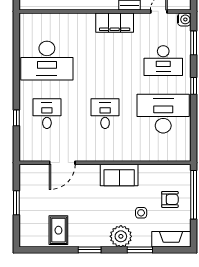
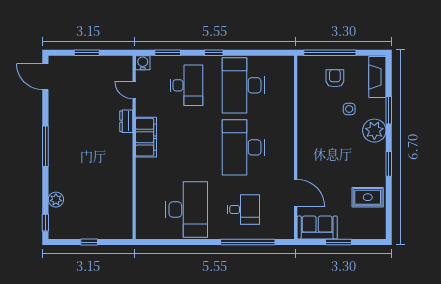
desk: (47, 114) -> (243, 210), turned 180
desk: (105, 114) -> (243, 147), width x1.87, depth x1.30
window: (16, 118) -> (248, 242), width x3.17
sofa: (119, 175) -> (317, 228), moved, turned -90

